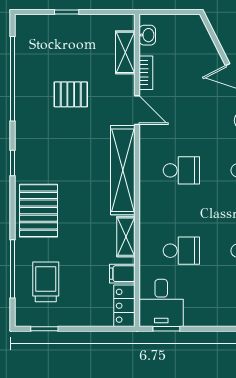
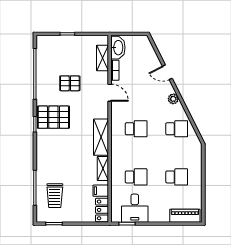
washbasin: (147, 35) -> (118, 48), width x1.91, depth x1.45
shelving: (123, 170) -> (101, 137), width x0.68
pallet: (39, 211) -> (53, 117), moved, turned 90
trolley: (46, 282) -> (55, 196), turned 180
desk: (161, 303) -> (135, 208), moved

